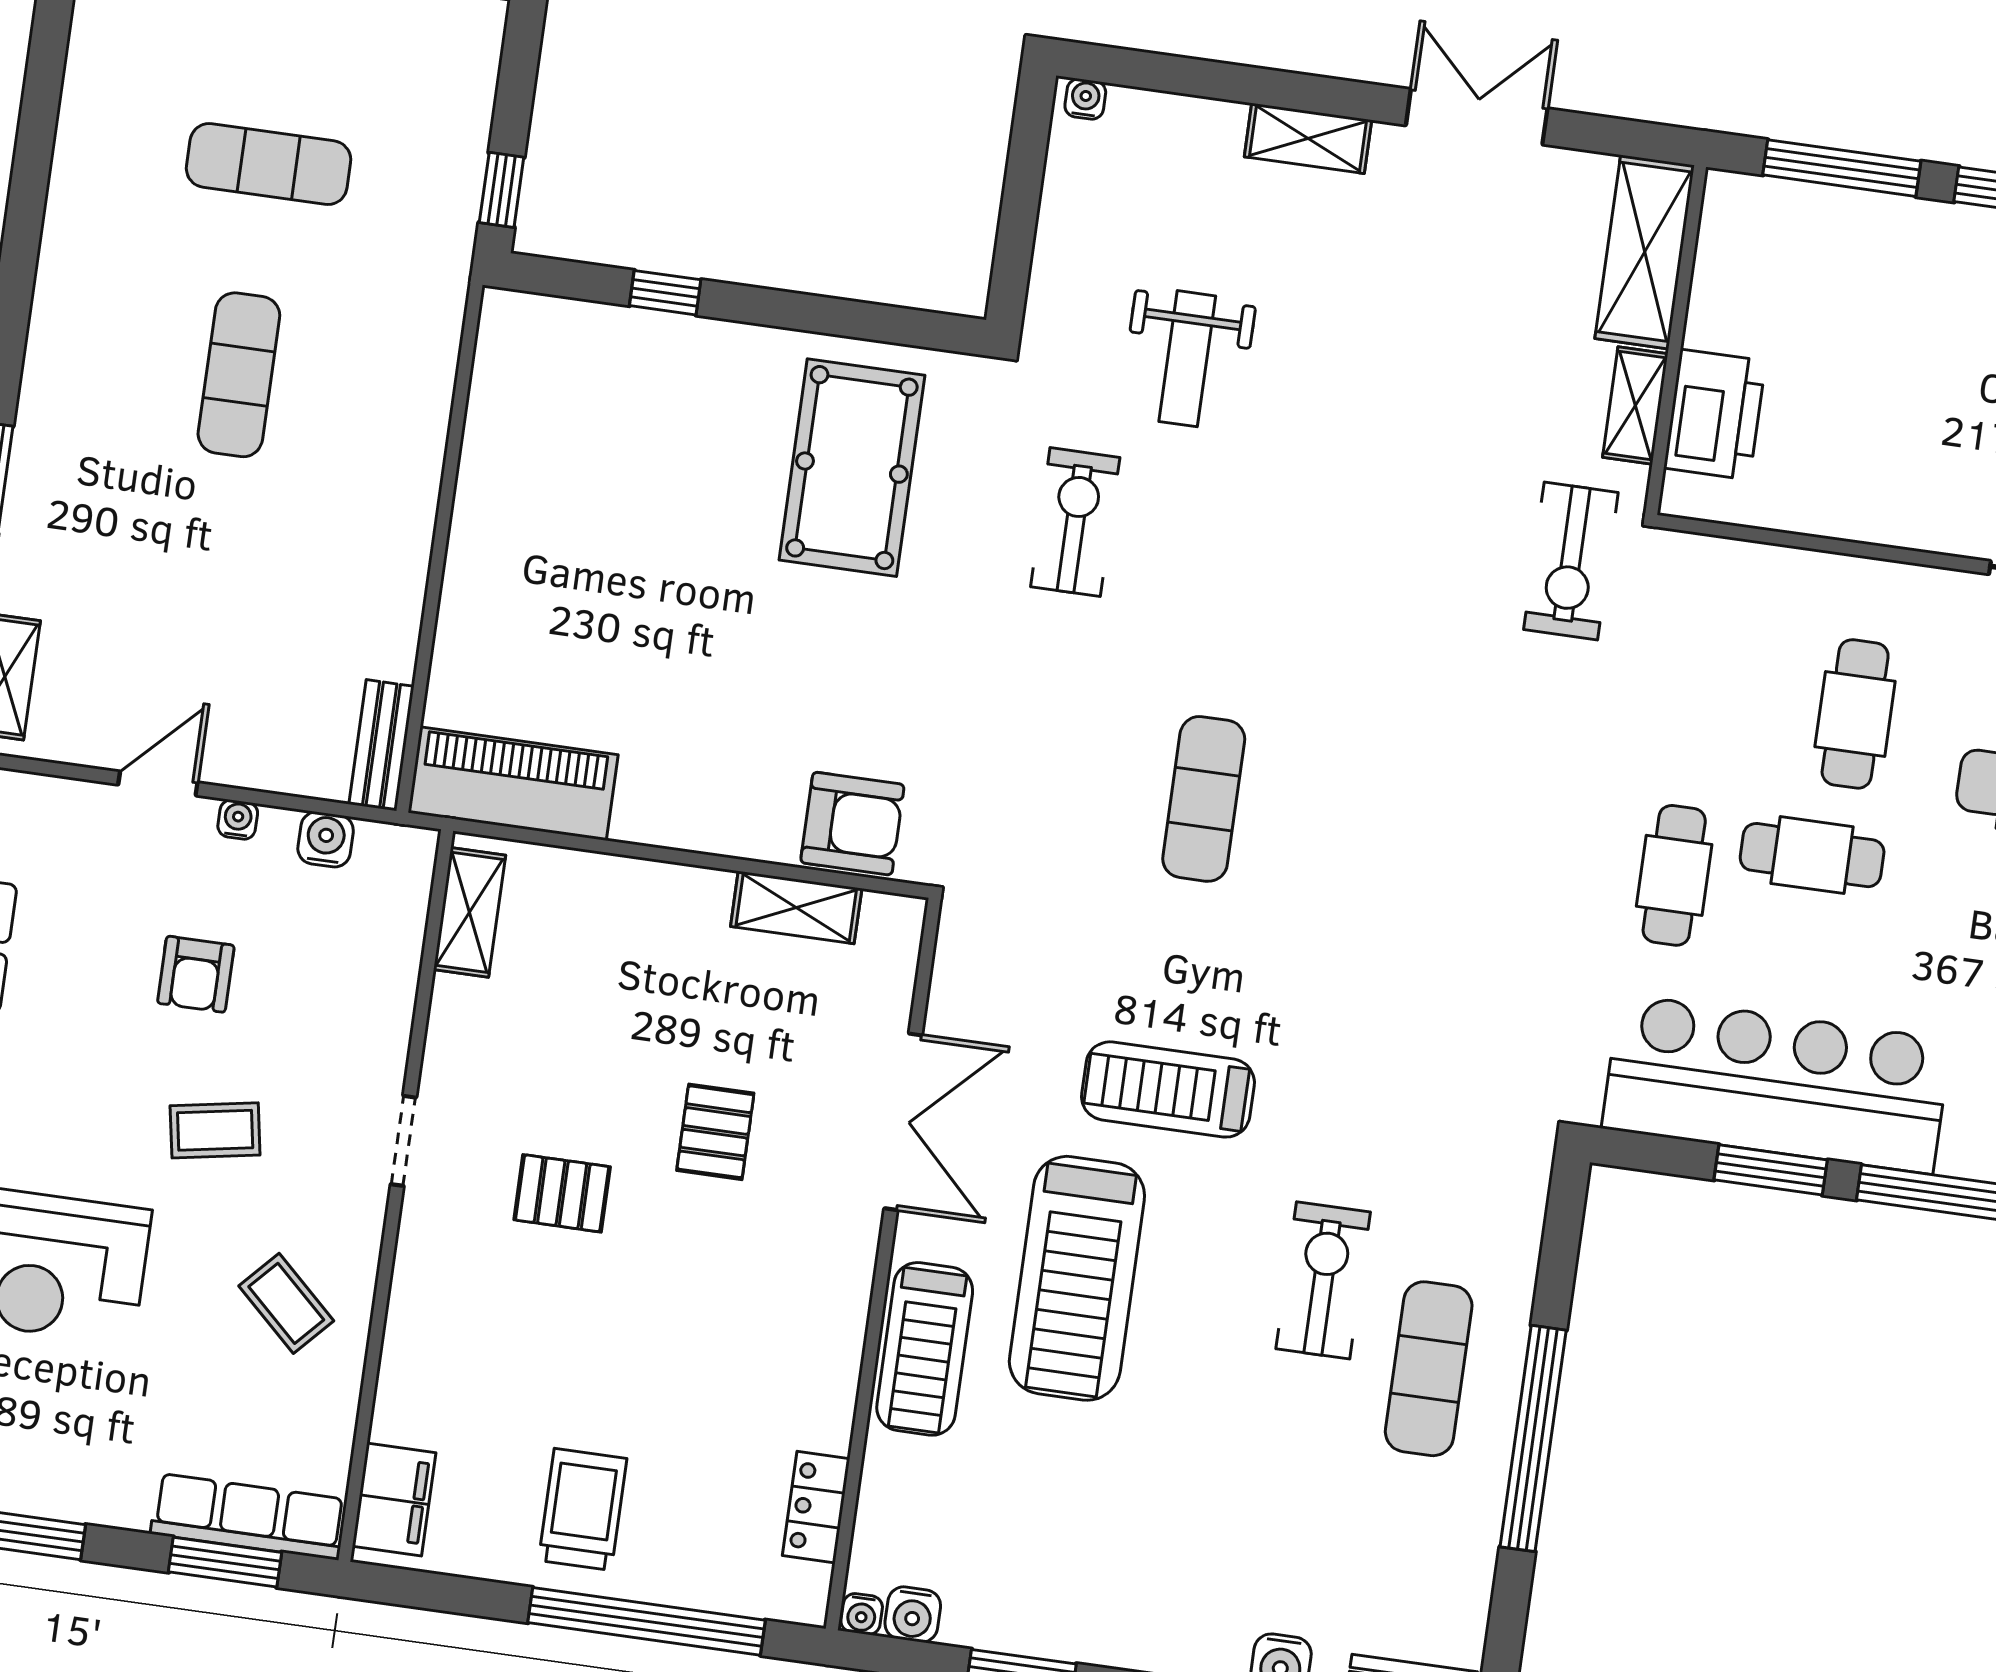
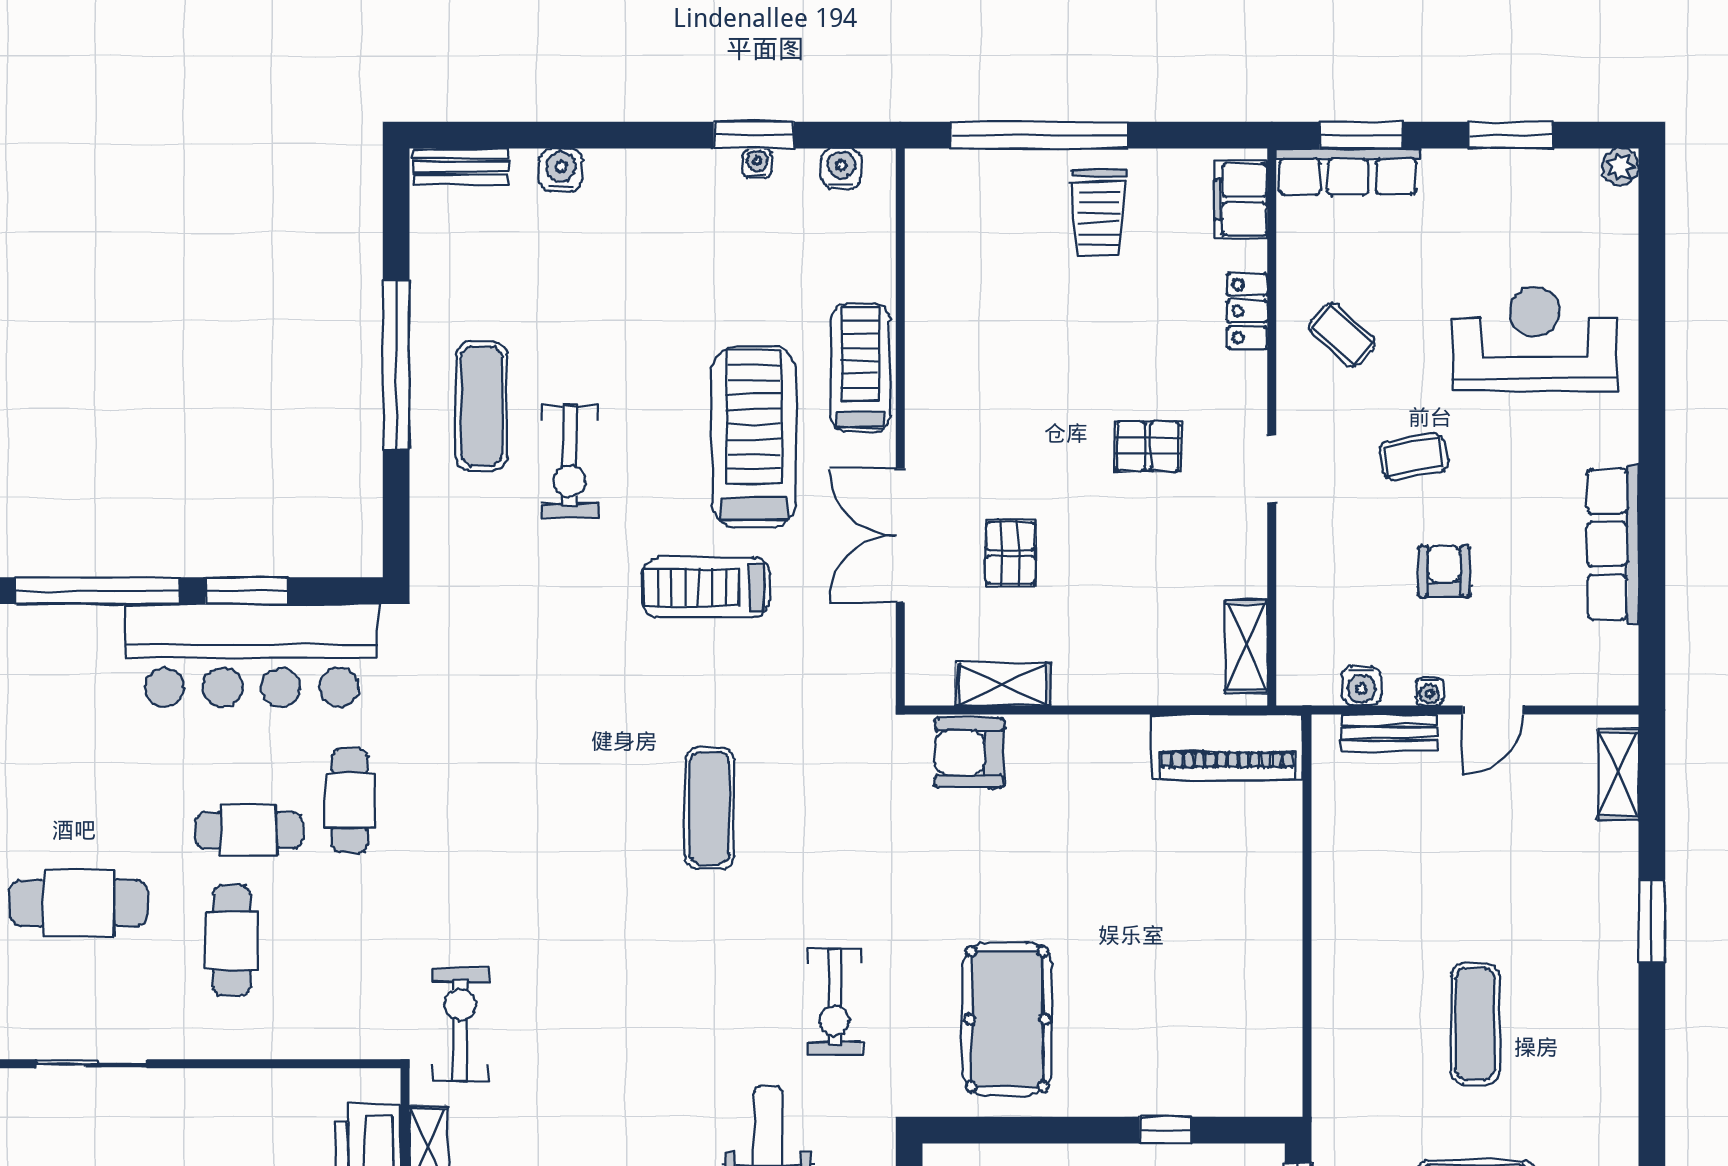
bench: (381, 745) -> (1389, 733), moved, turned 90
treadmill: (1168, 1089) -> (706, 587), turned 180
pallet: (715, 1132) -> (1011, 553), moved
locker: (816, 1507) -> (1247, 311), moved, turned 180
water cooler: (862, 1614) -> (757, 163), moved

